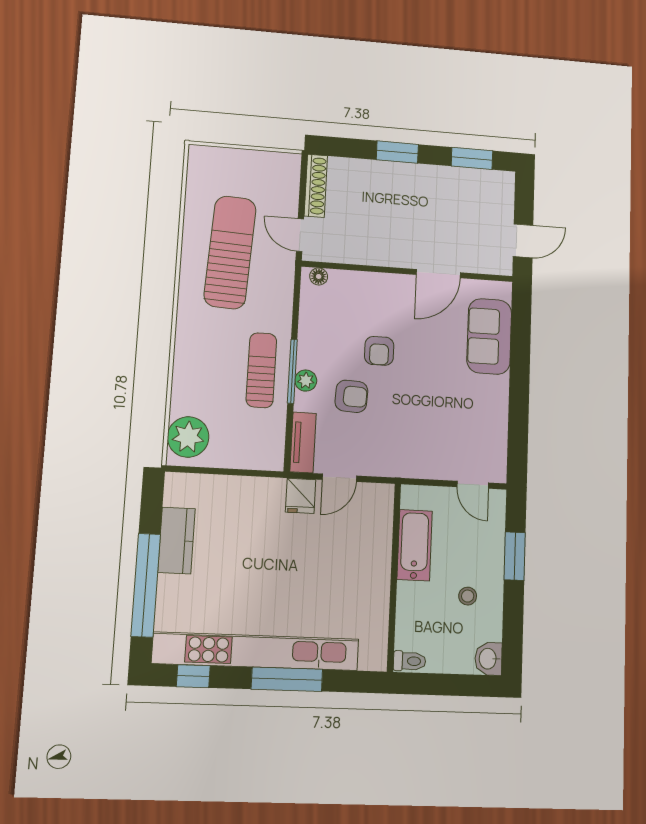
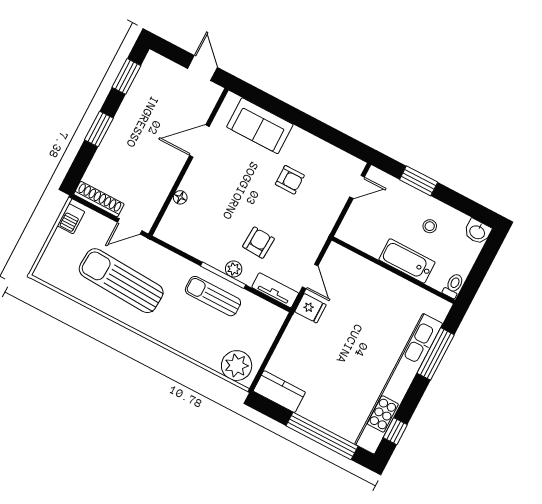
barbecue: (277, 163) -> (71, 219), added
door: (438, 274) -> (199, 141), swing flipped
floor lamp: (319, 276) -> (180, 197), moved
armchair: (379, 351) -> (290, 180), moved
kitchen counter: (176, 541) -> (279, 392), moved
bathtub: (415, 545) -> (407, 261), moved
window: (287, 679) -> (436, 354), moved

